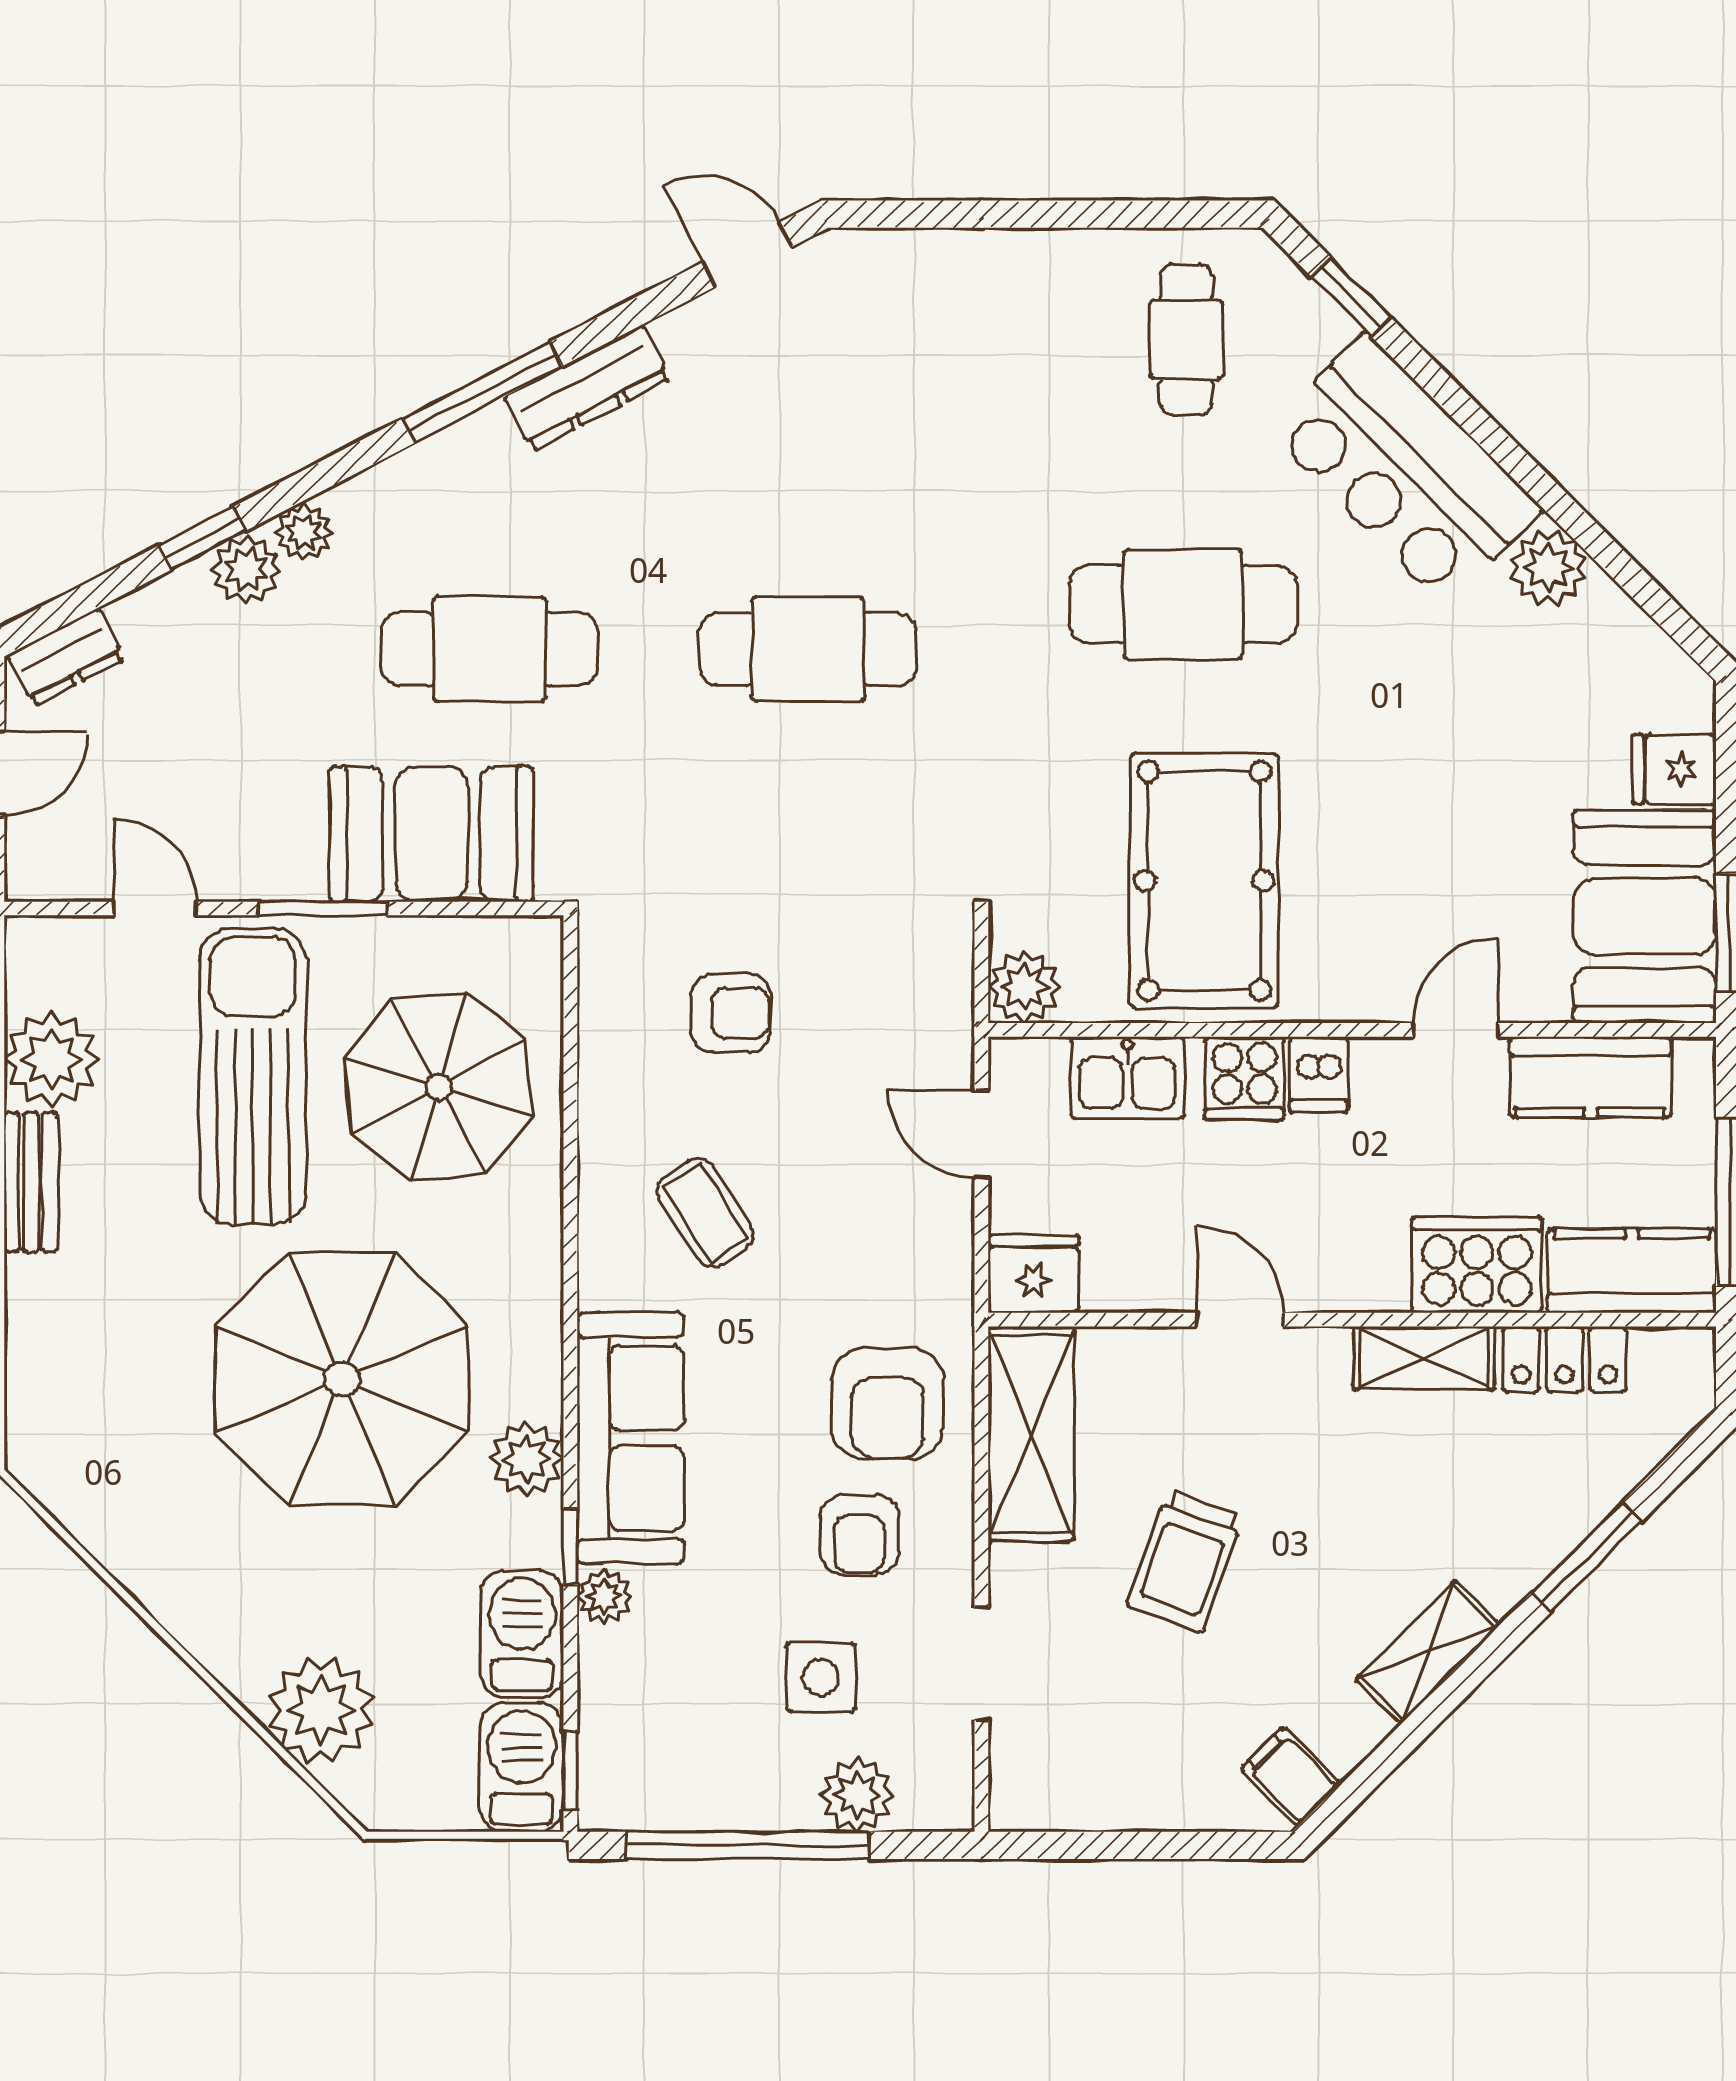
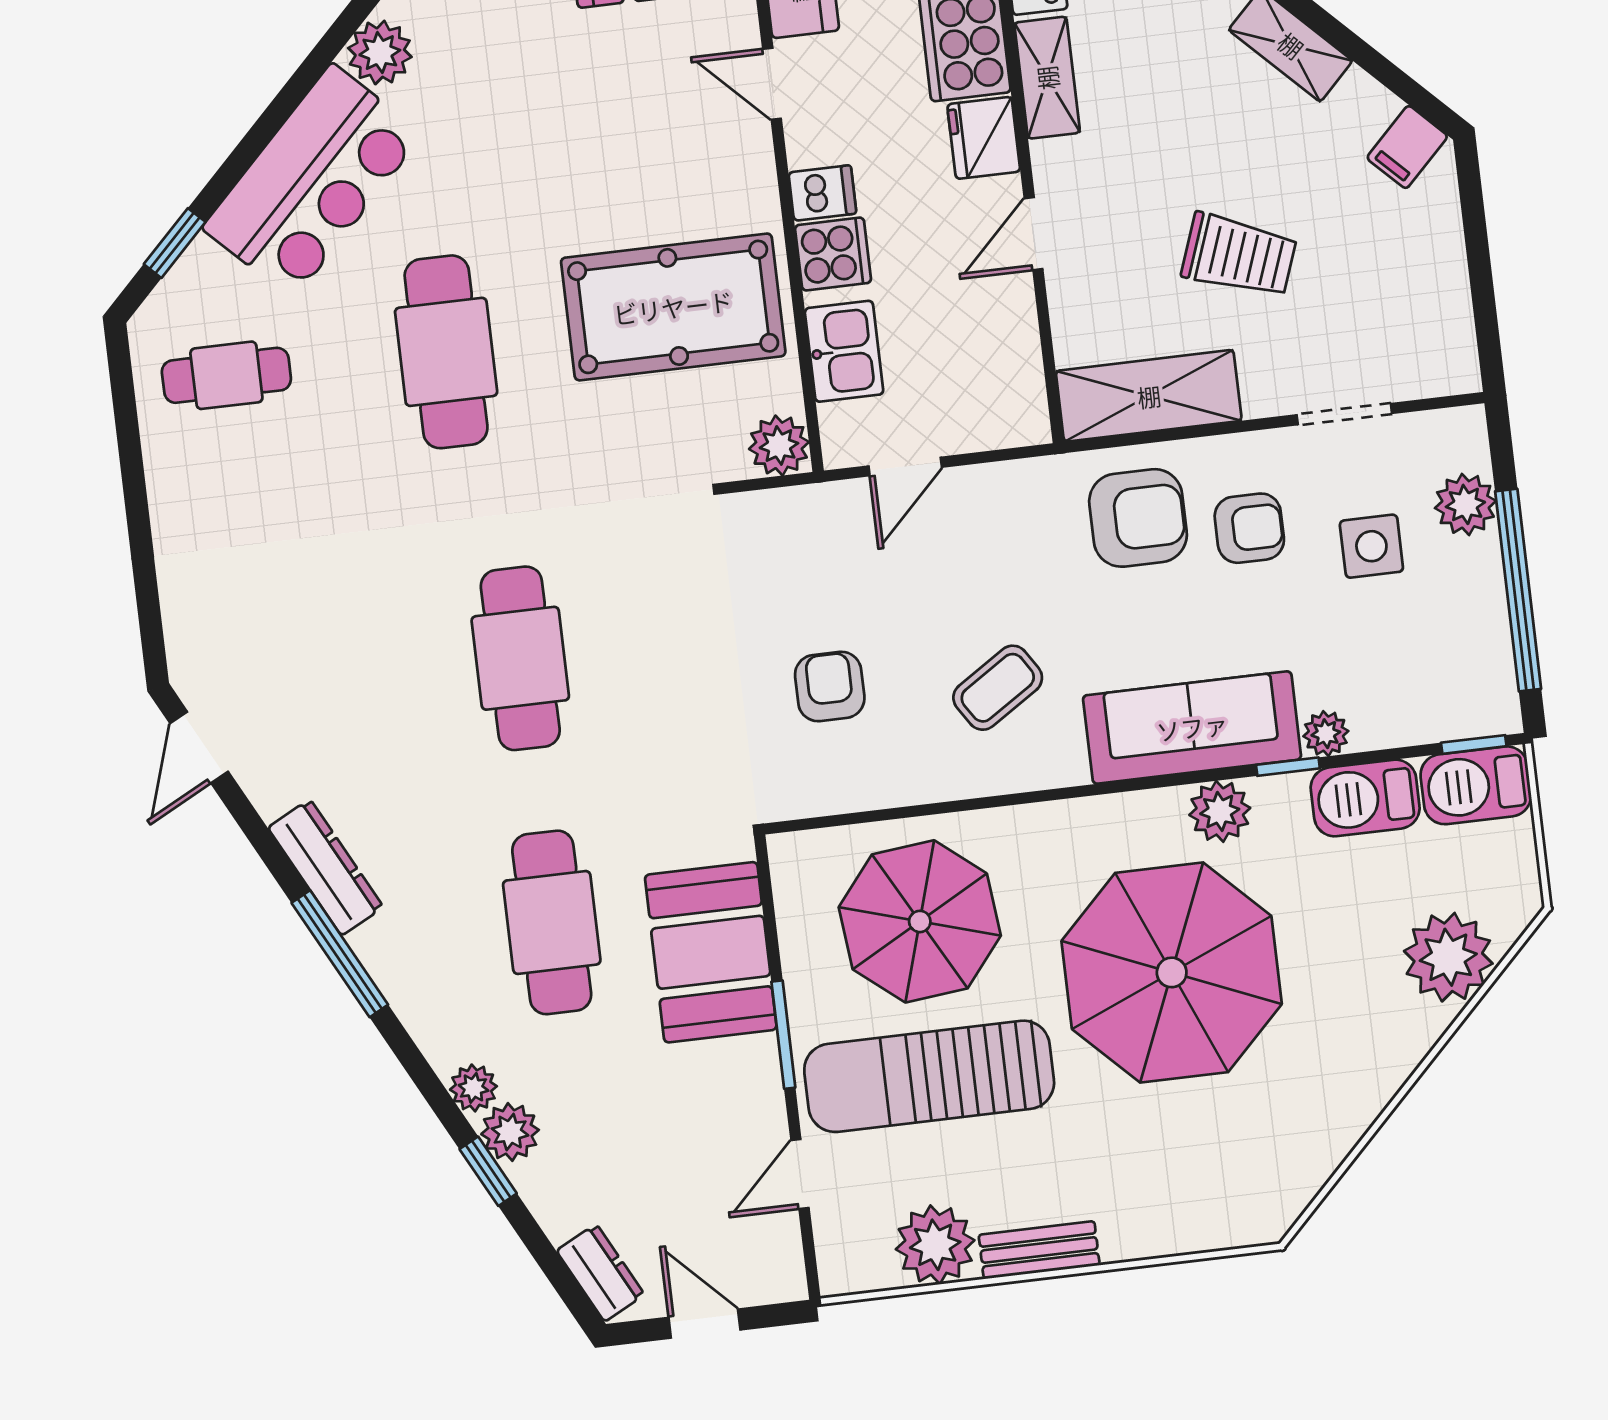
fridge: (1033, 1274) -> (984, 138), moved

